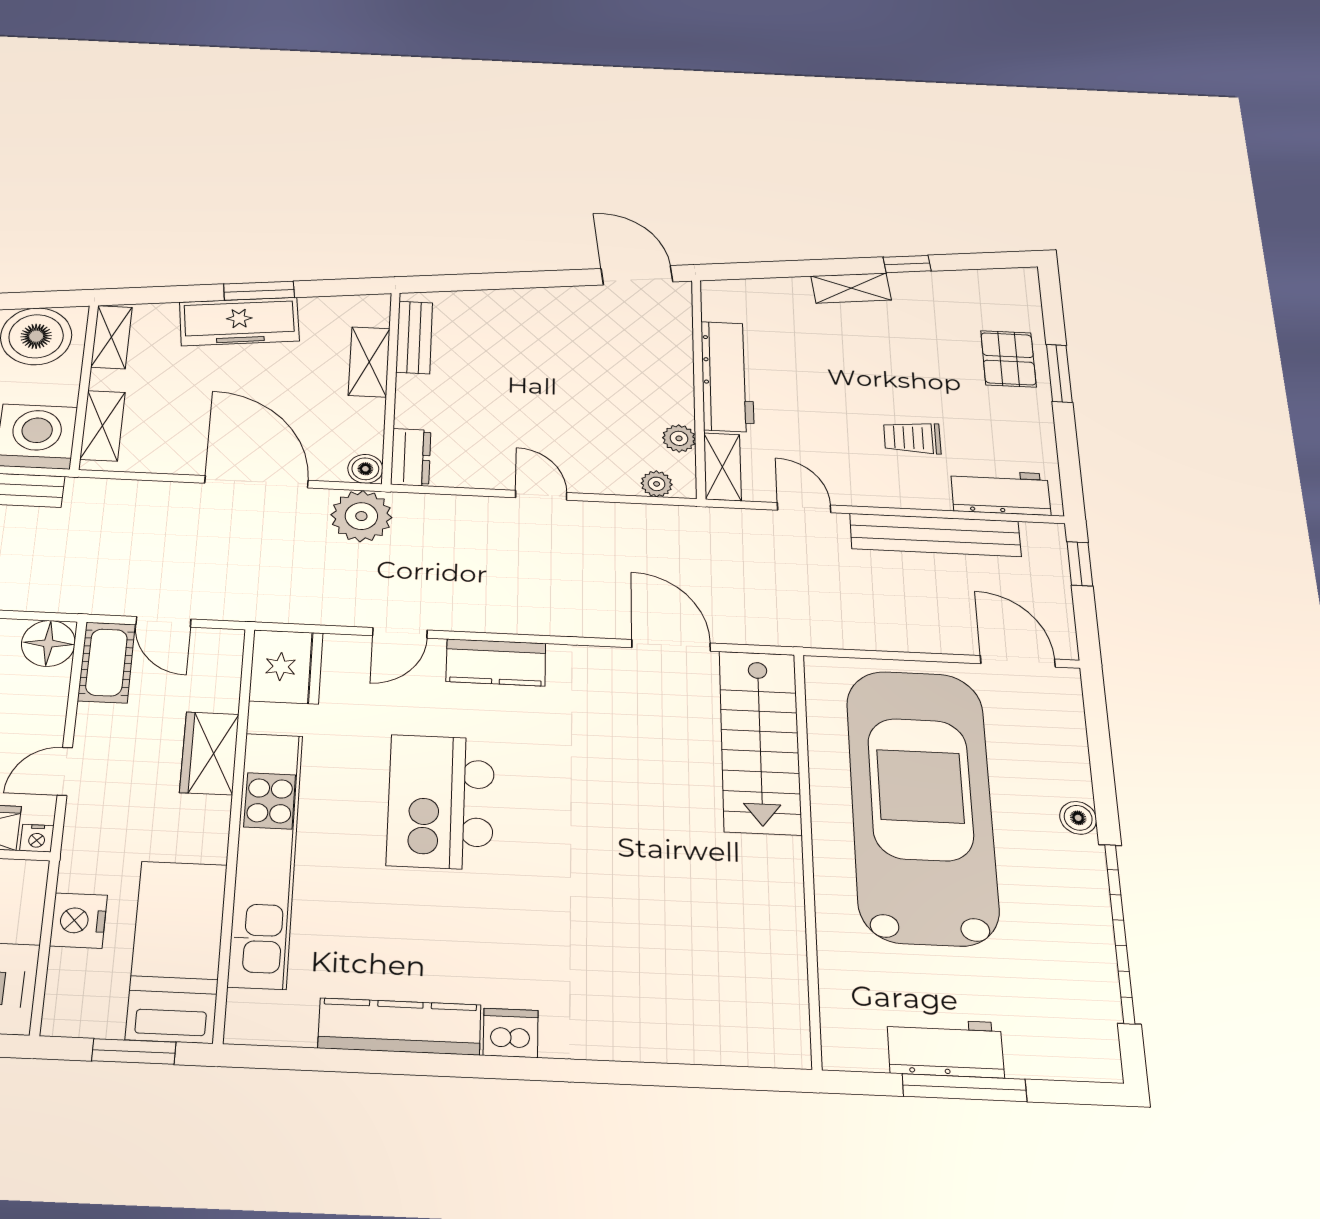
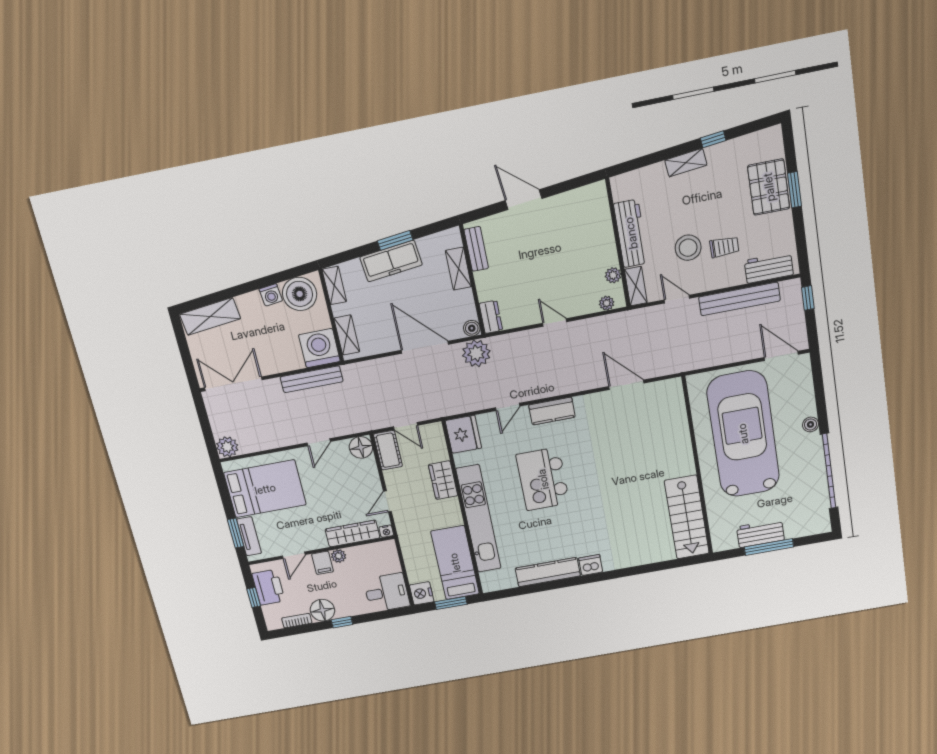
door: (637, 275) -> (524, 200), moved
pallet: (1008, 359) -> (769, 187), width x1.50, depth x1.42
stool: (839, 424) -> (688, 248), added
trolley: (912, 438) -> (724, 247), turned 180
stairs: (760, 742) -> (687, 517), moved
nightstand: (78, 921) -> (422, 593), moved

